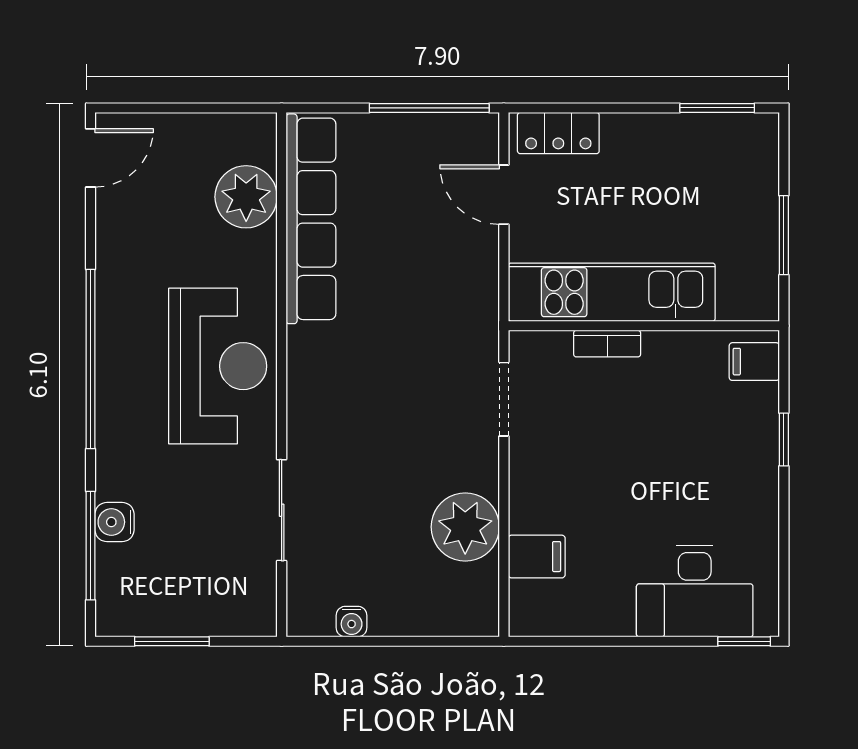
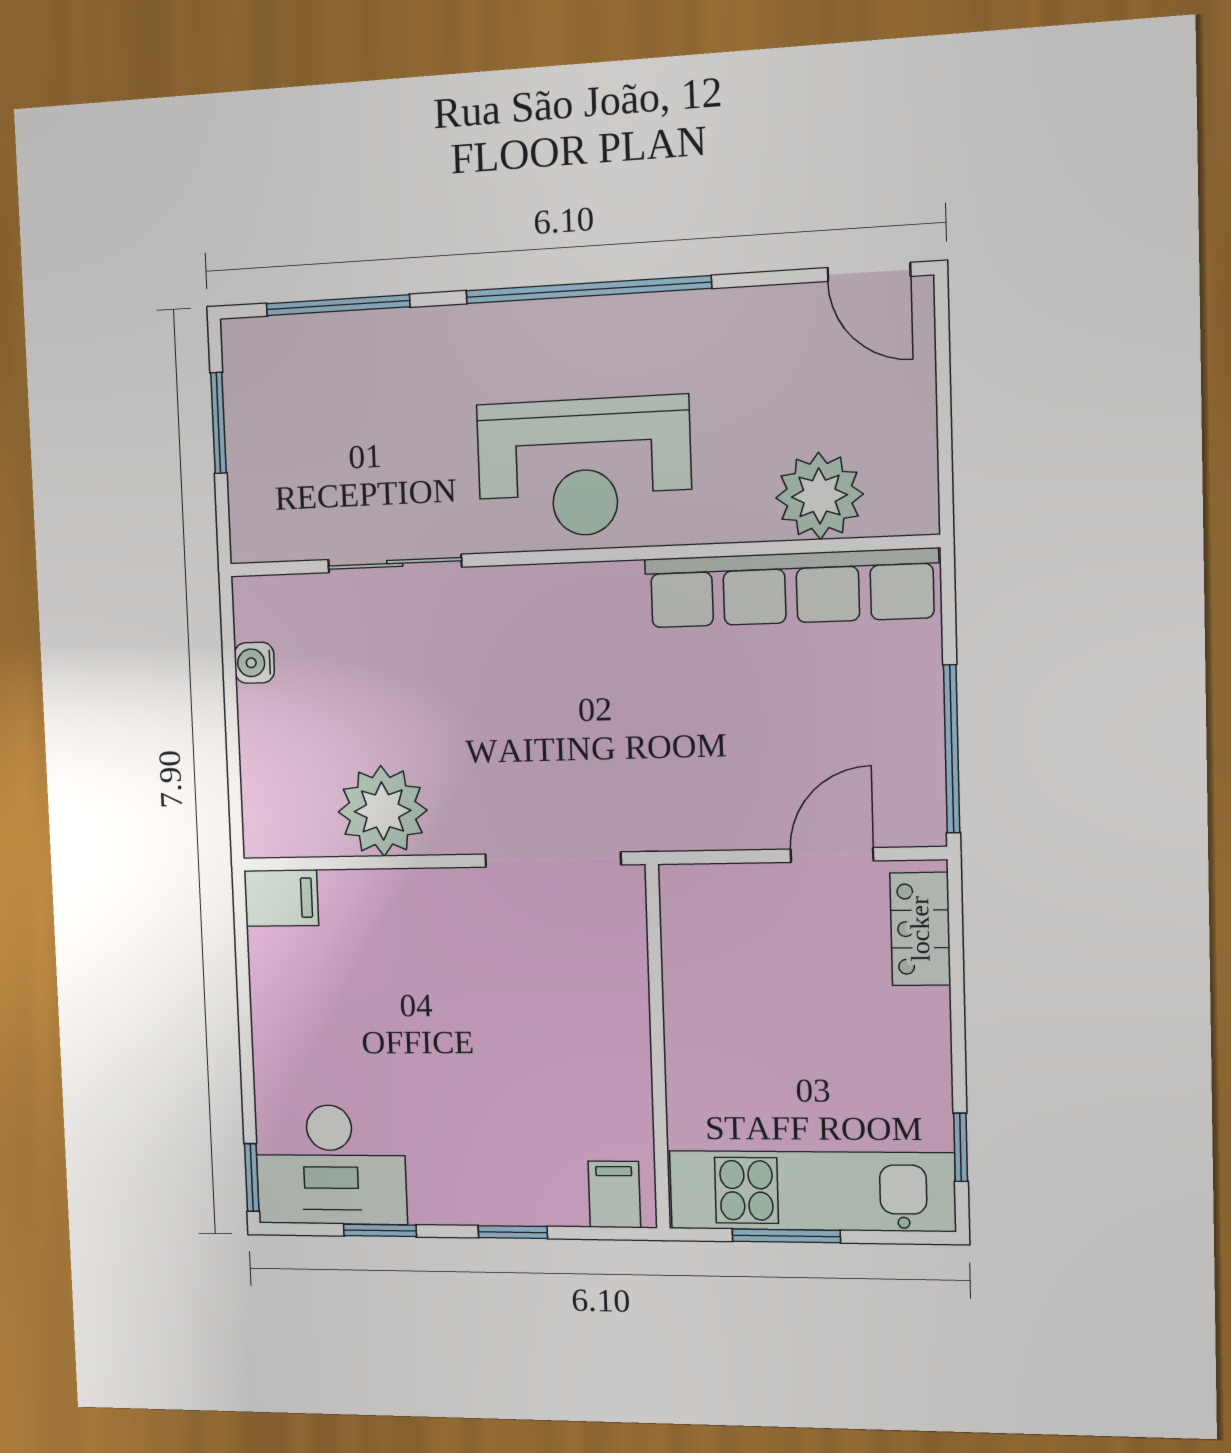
window: (717, 108) -> (961, 1147), width x0.67
kitchen unit: (612, 292) -> (812, 1191), moved, turned -90
bookcase: (607, 344) -> (632, 998), removed
doorway: (504, 399) -> (553, 860), width x1.38
water cooler: (114, 522) -> (370, 336), removed
window: (784, 542) -> (380, 1230), added
filing cabinet: (537, 557) -> (281, 898), moved, turned -90
desk: (695, 591) -> (330, 1165), moved, turned -90

